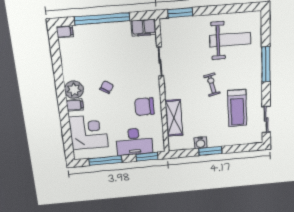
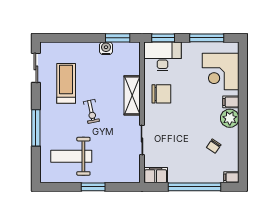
window: (180, 13) -> (93, 187), moved
chair: (107, 87) -> (214, 146), moved
shelving: (174, 118) -> (132, 95), moved
desk: (134, 142) -> (163, 56), moved
window: (210, 151) -> (118, 38), moved

